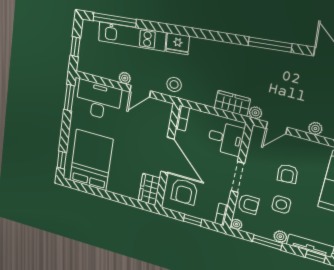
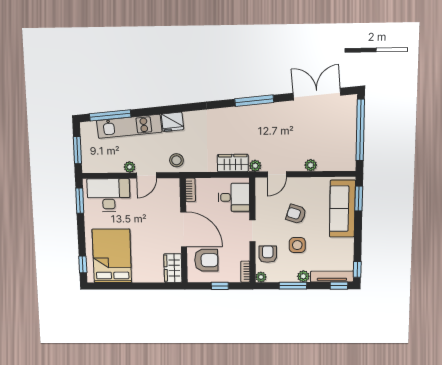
window: (75, 47) -> (77, 150), width x1.50
armchair: (287, 174) -> (296, 214), turned 113
doorway: (238, 177) -> (252, 231), width x0.73
armchair: (184, 192) -> (206, 260), turned -90
armchair: (248, 204) -> (268, 254), turned -90

